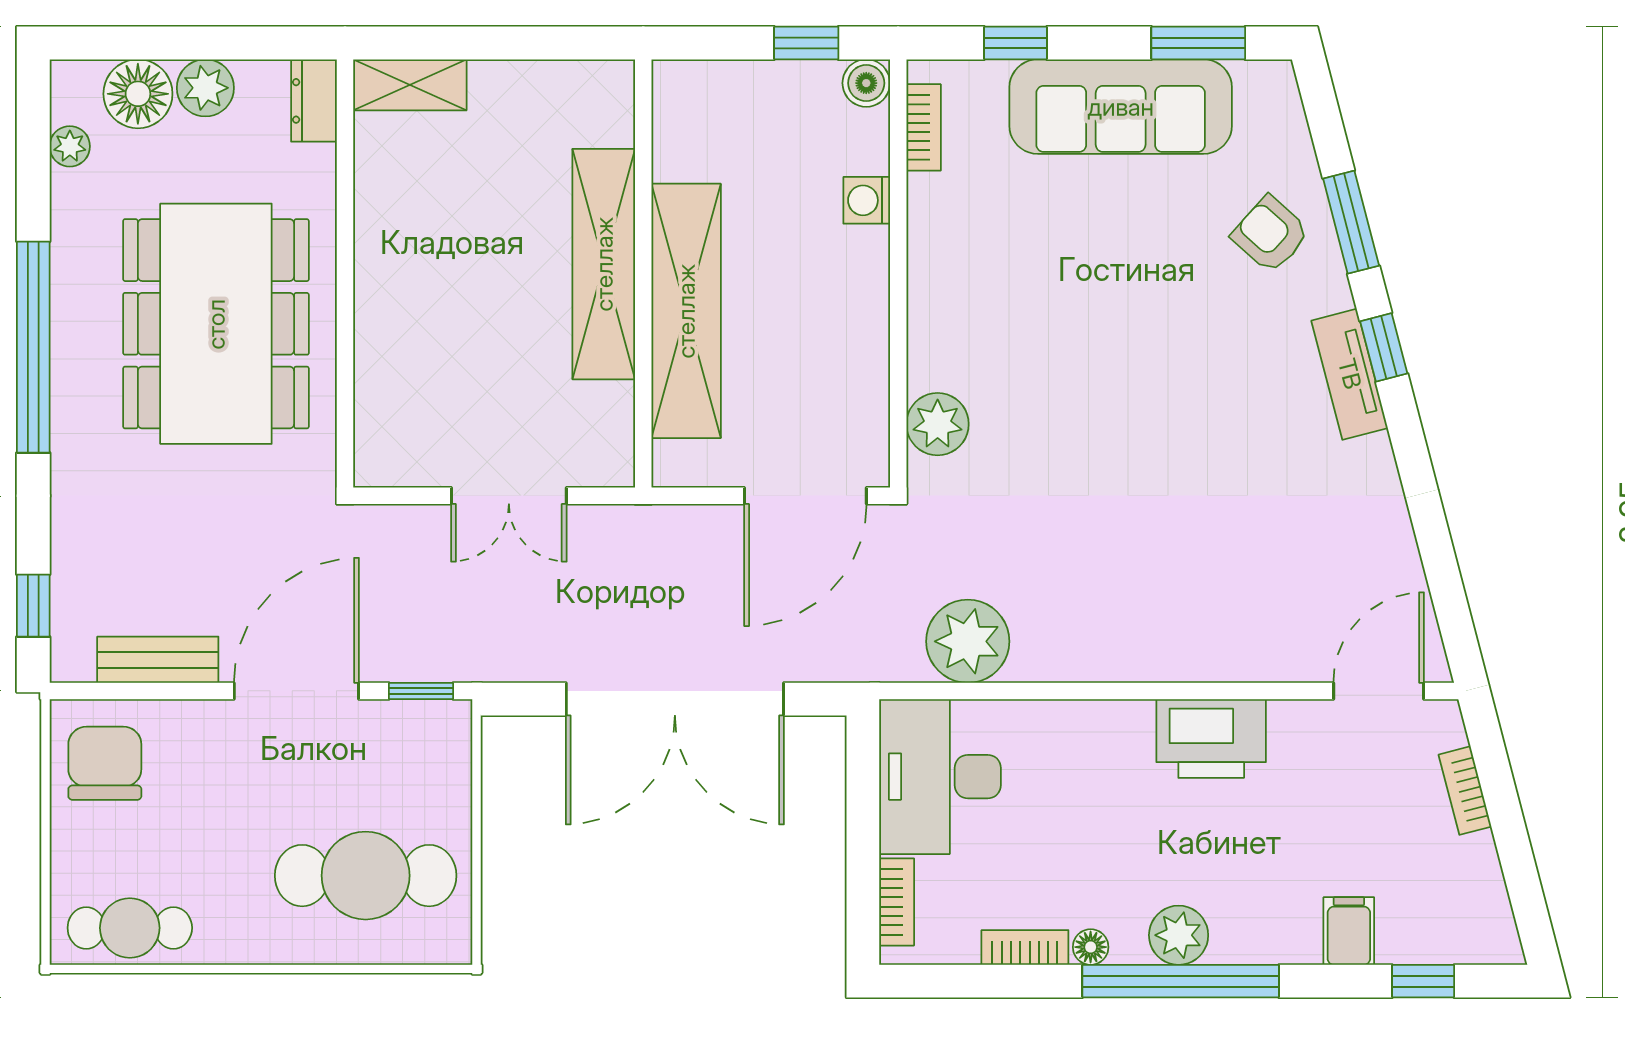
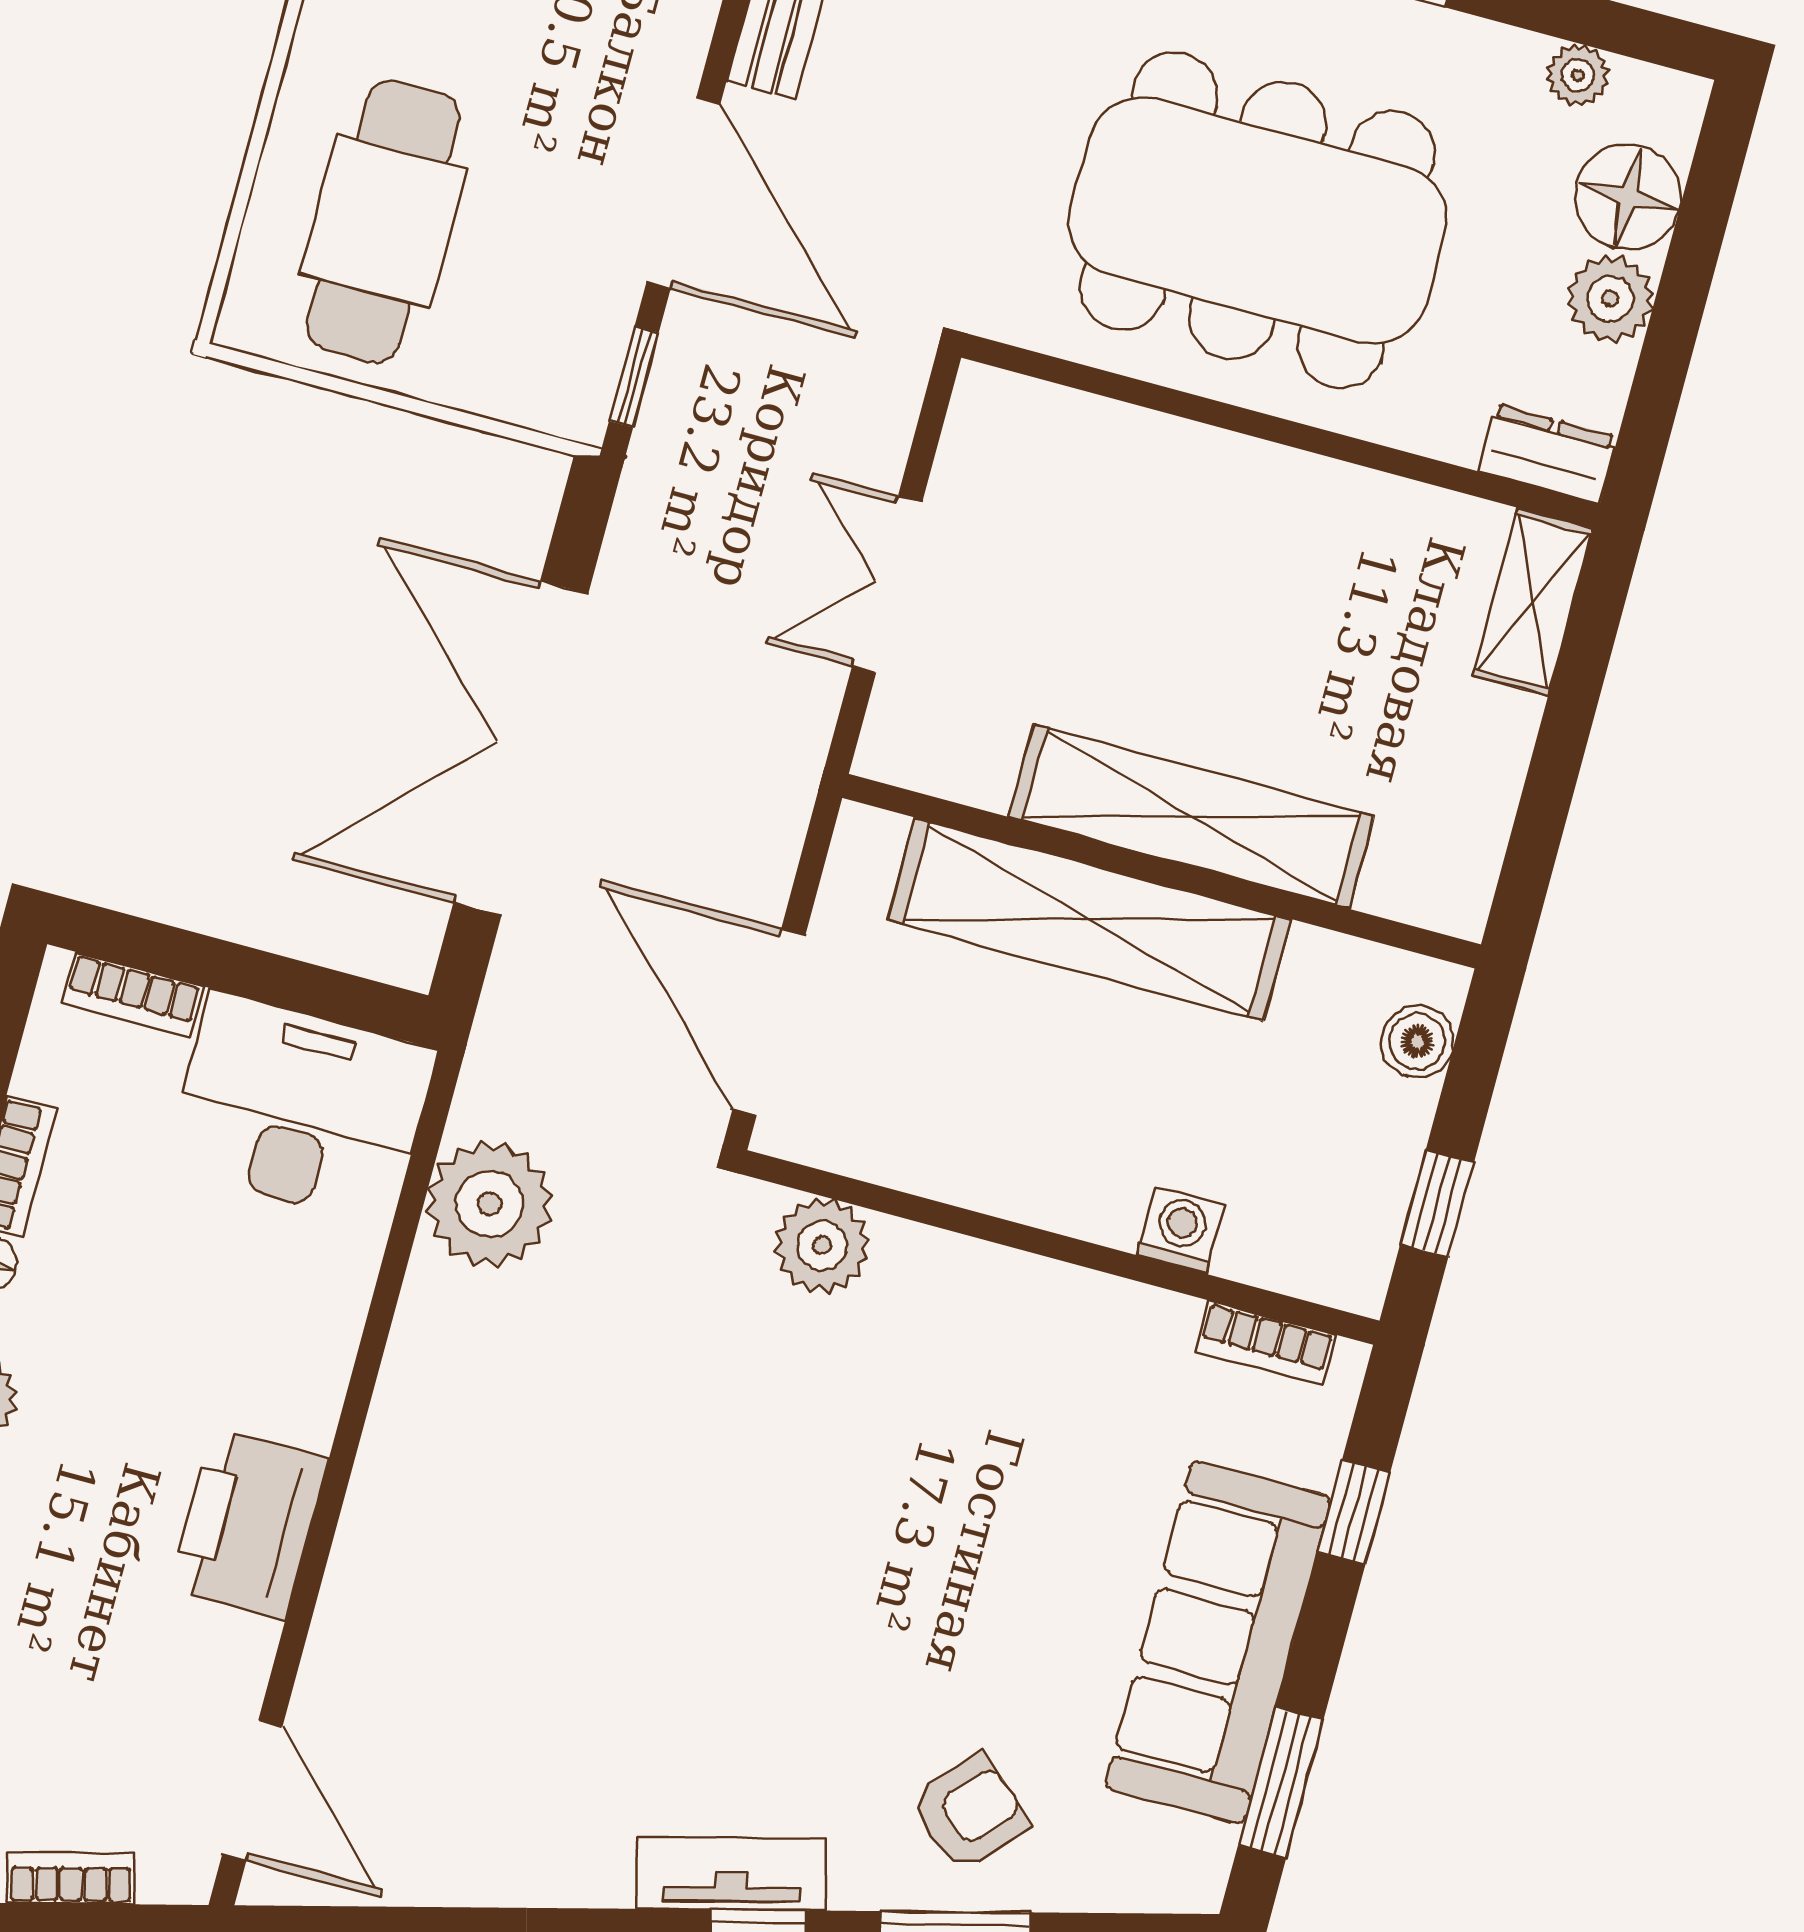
boiler: (866, 83) -> (1417, 1042), moved

